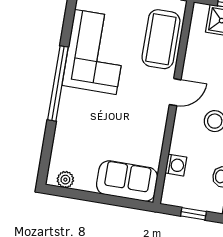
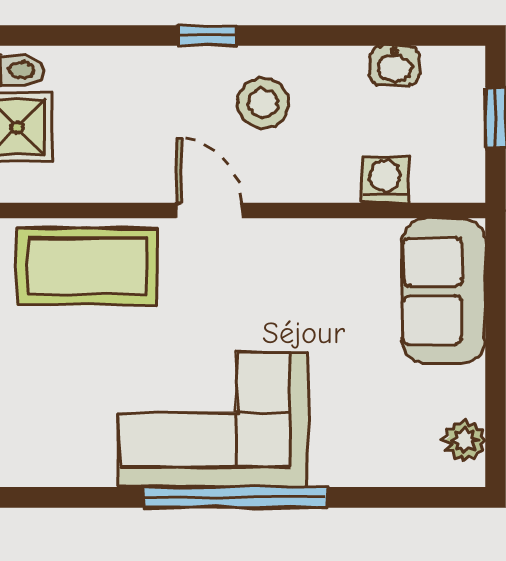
corner sofa: (95, 52) -> (214, 420), moved

